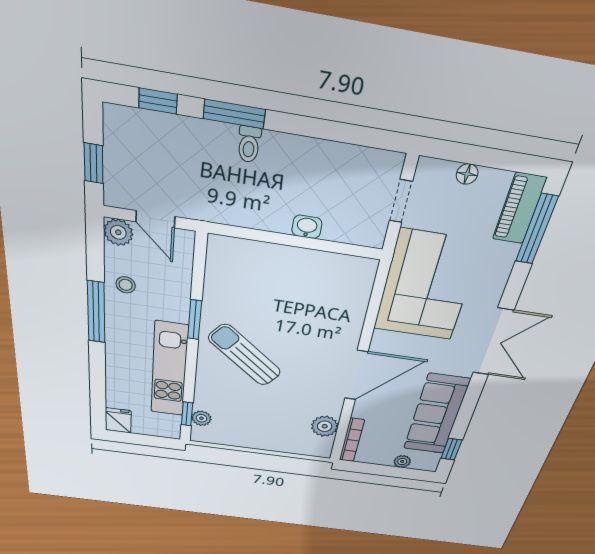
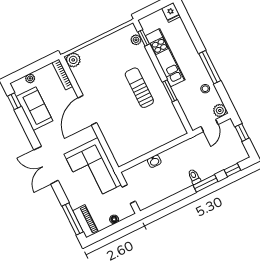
door: (155, 219) -> (210, 125), swing flipped
sun lounger: (245, 355) -> (139, 88), turned -129
sofa: (436, 415) -> (35, 109), width x0.73
plant: (325, 426) -> (73, 60), moved

